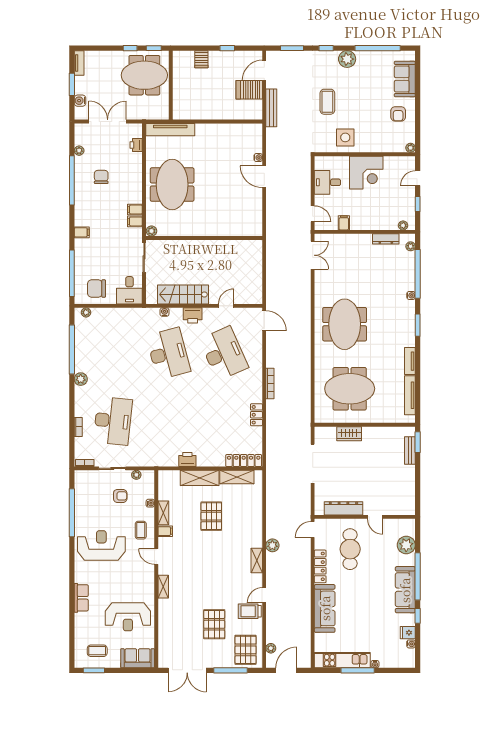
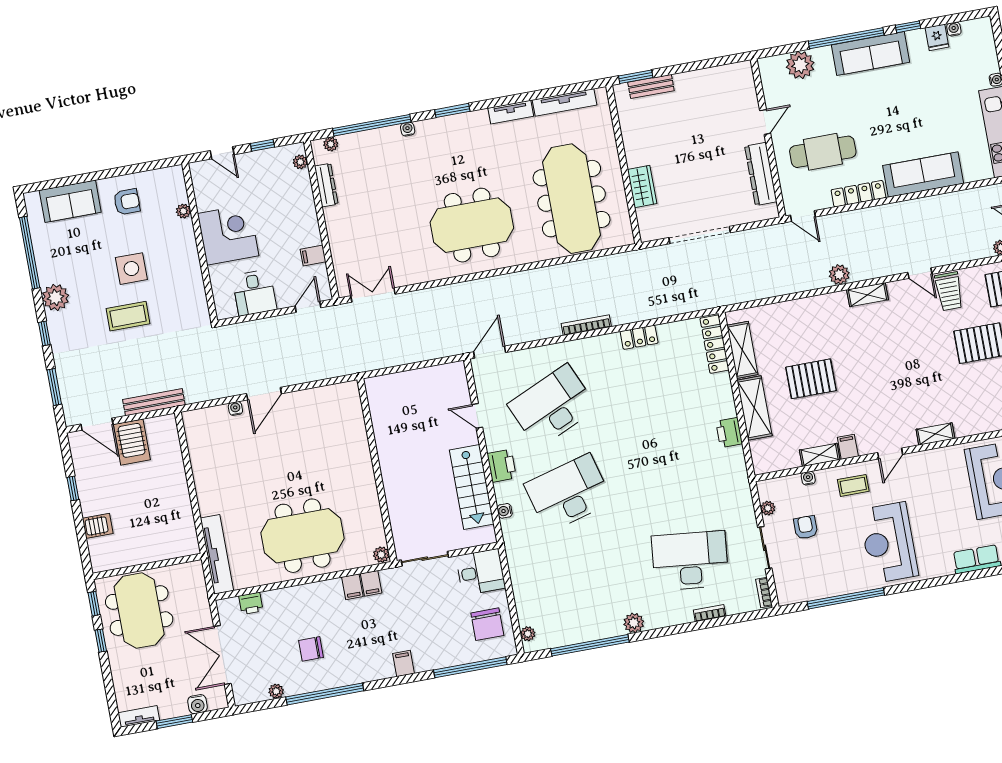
side table: (345, 137) -> (131, 269), moved
plant: (411, 148) -> (183, 211), moved
meeting table: (350, 389) -> (572, 199), width x1.36

